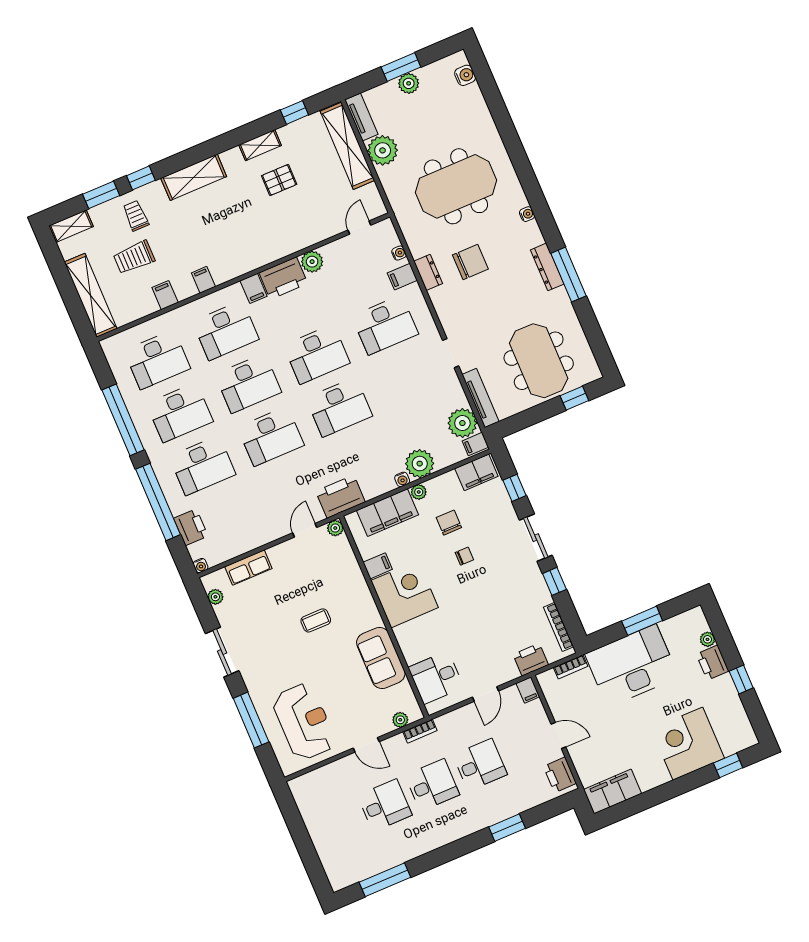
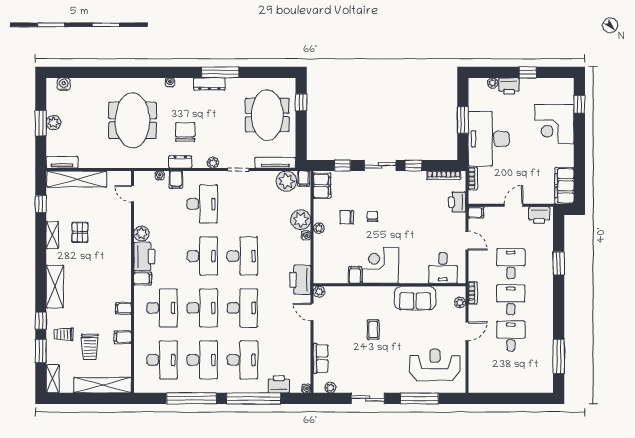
plant: (383, 150) -> (213, 163), moved, width x0.53, depth x0.53
meeting table: (539, 361) -> (267, 115), turned 90
filing cabinet: (387, 513) -> (323, 254), removed

